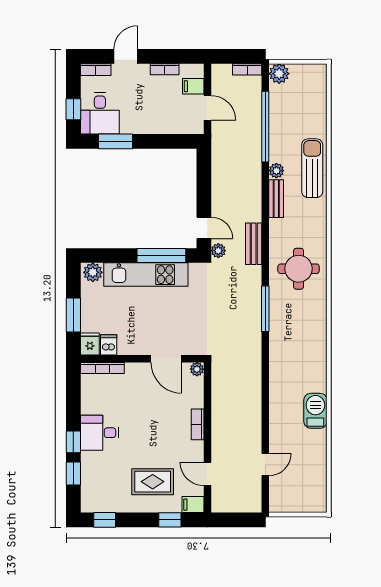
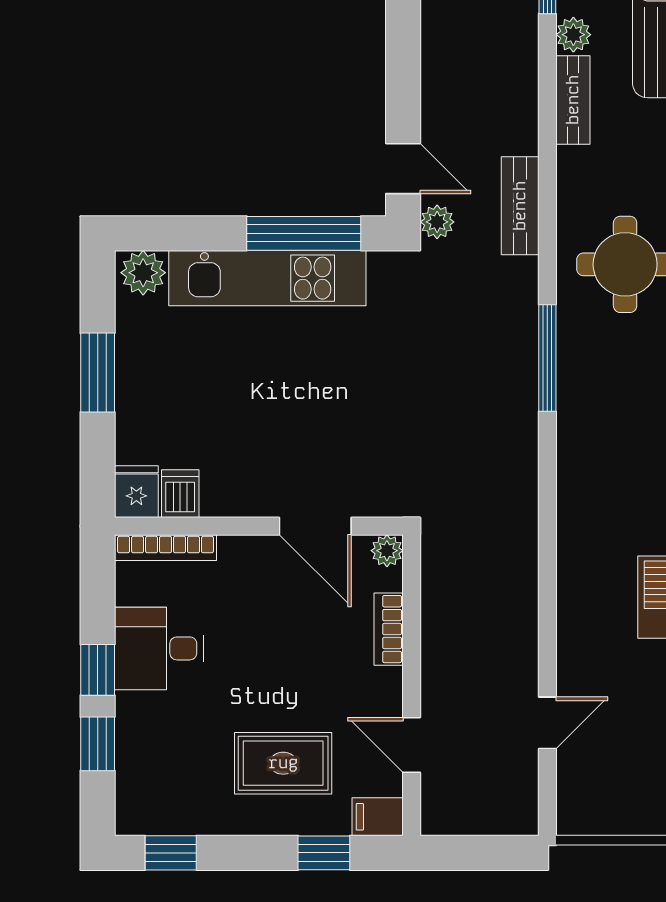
fridge: (90, 344) -> (136, 492), moved
dishwasher: (109, 345) -> (180, 494), moved
wall: (142, 359) -> (259, 526), moved
door: (166, 359) -> (315, 526), moved
bookcase: (102, 368) -> (166, 548), moved
plant: (197, 369) -> (387, 551), moved

